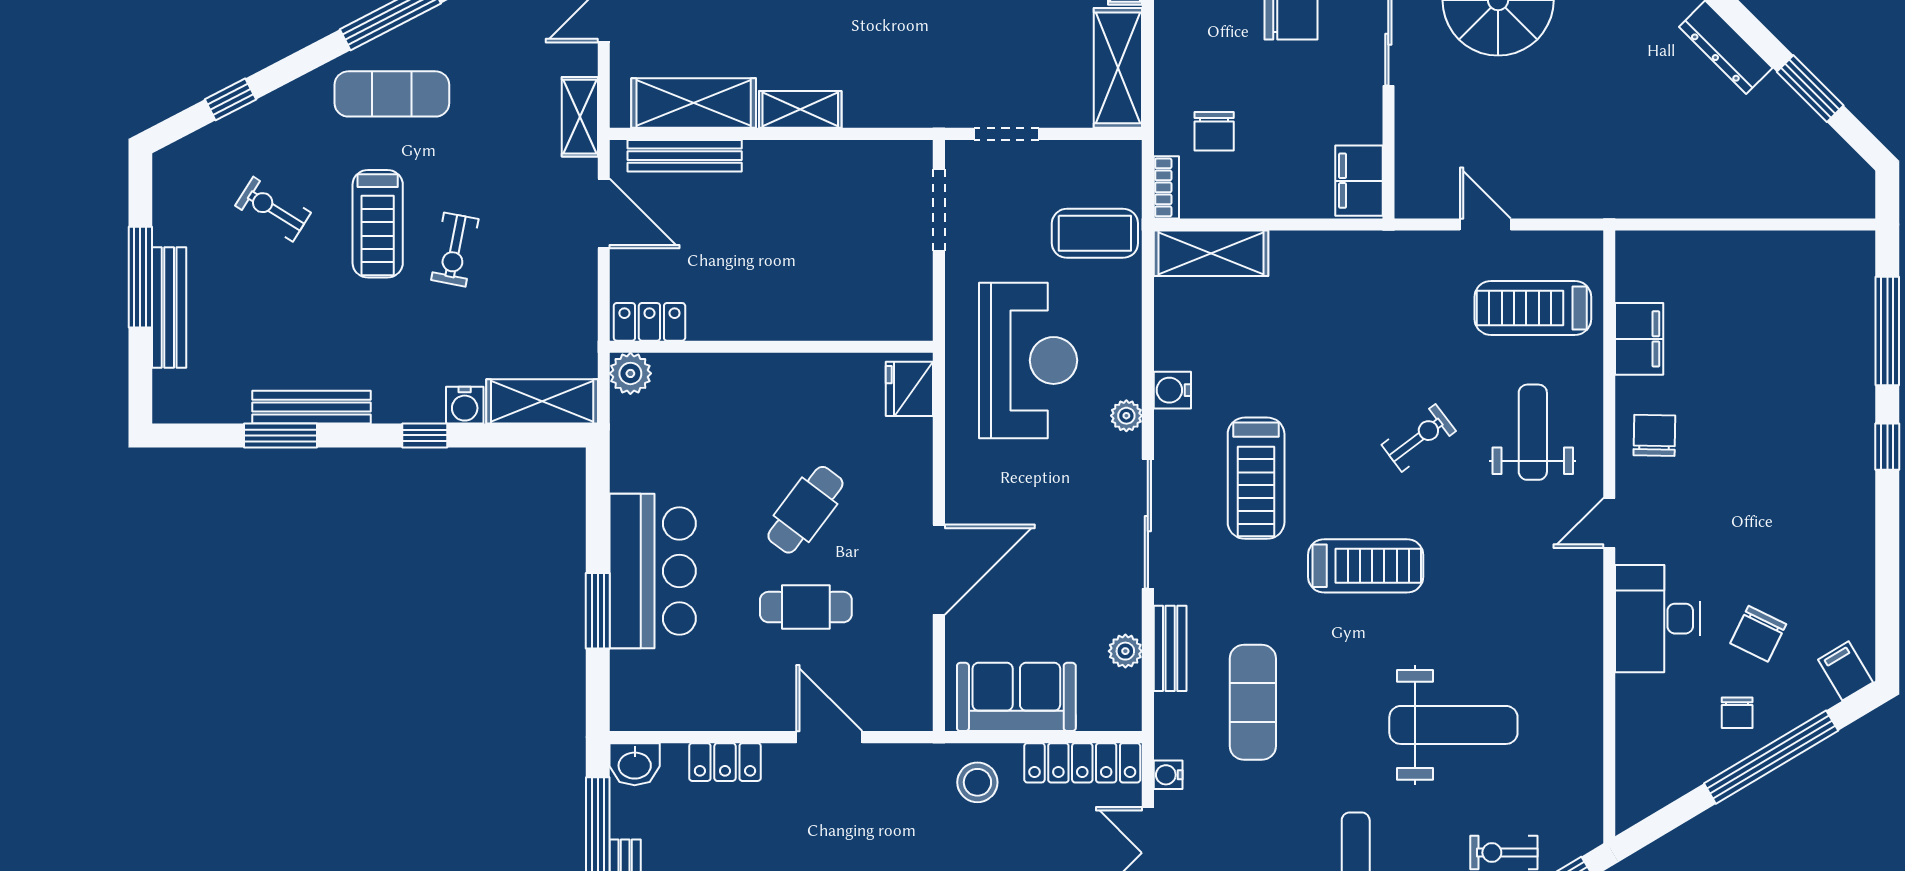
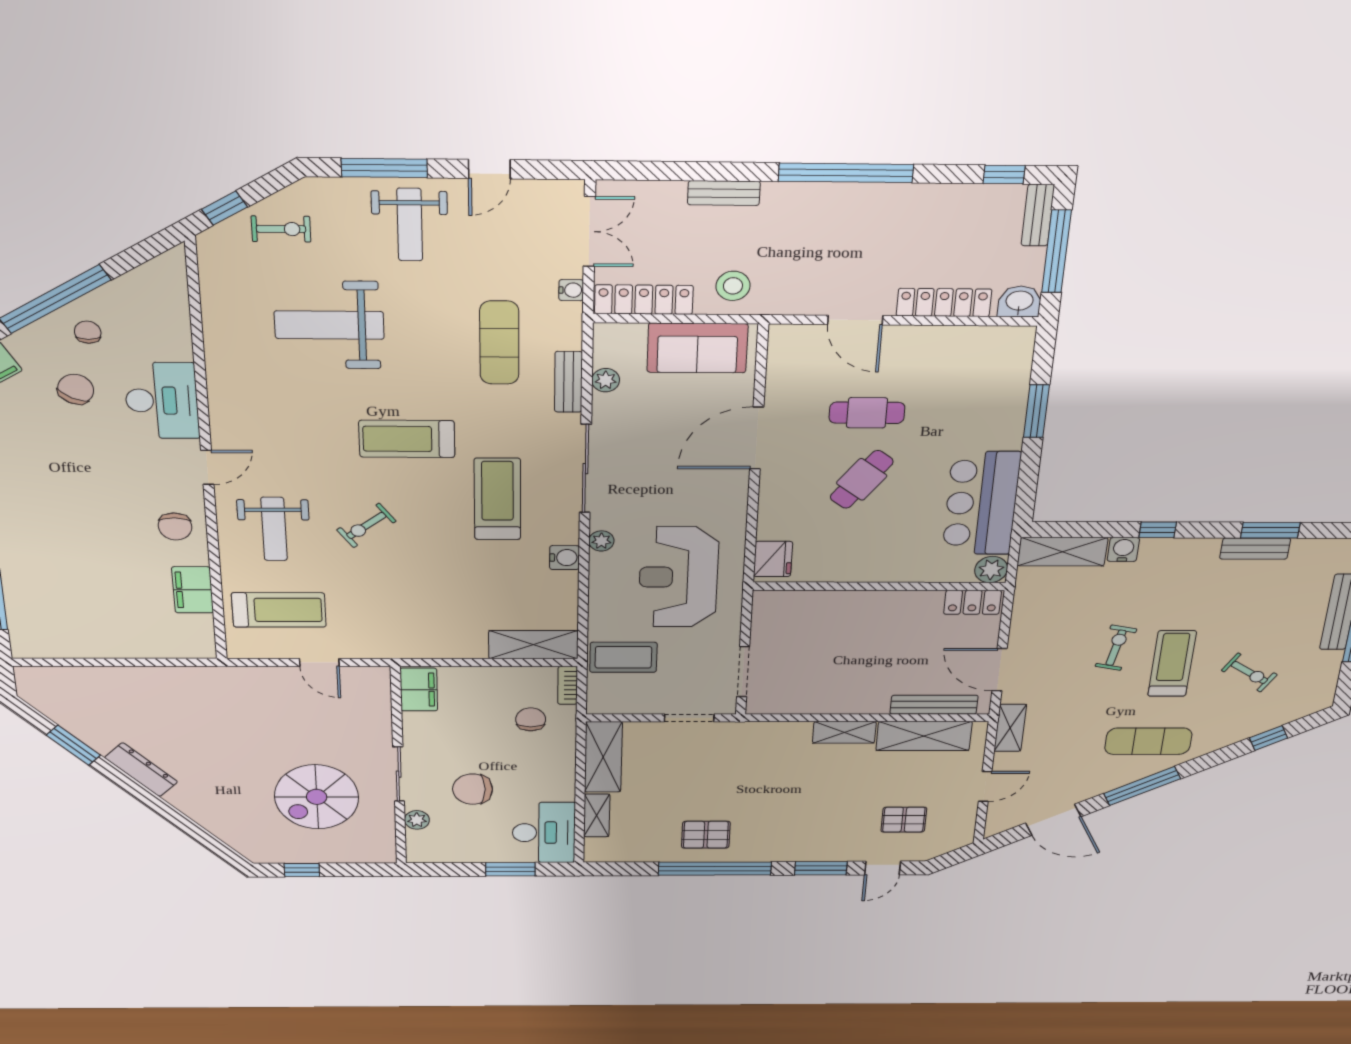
bench: (312, 407) -> (1255, 549), width x0.73
bar counter: (653, 571) -> (981, 503), moved
locker: (725, 762) -> (944, 303), width x1.53

